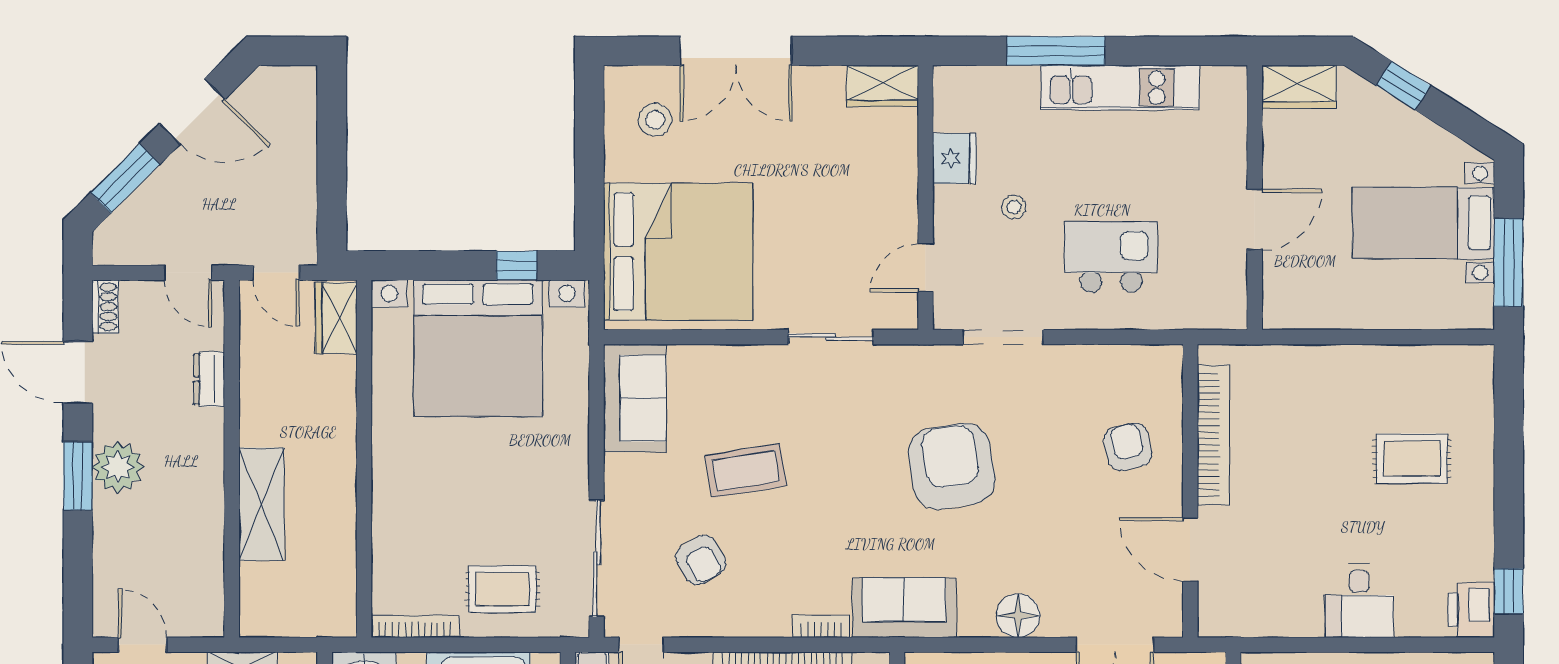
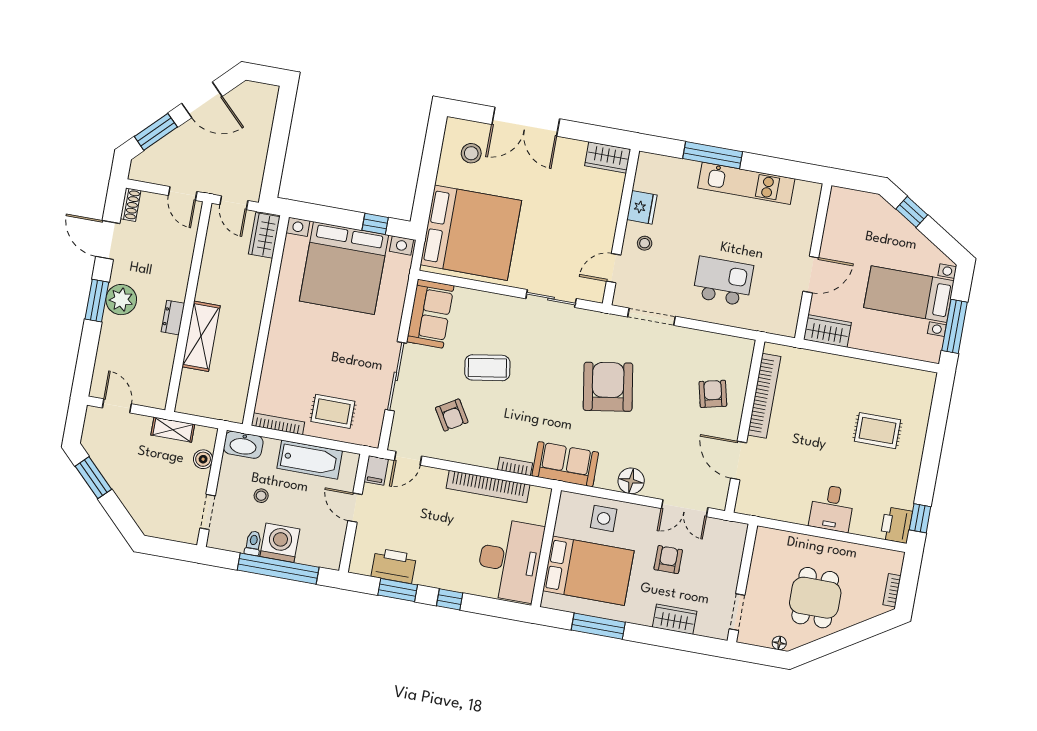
wardrobe: (1299, 87) -> (827, 331), moved, turned 180
stool: (1014, 207) -> (645, 243), moved
dresser: (209, 379) -> (173, 318), moved
sliding door: (596, 558) -> (396, 376), moved

